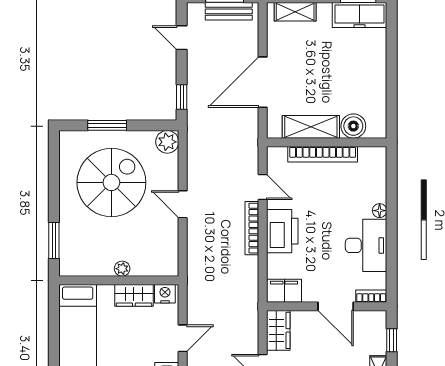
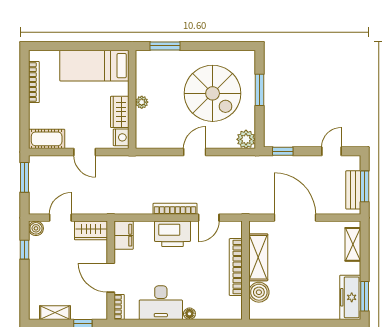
door: (336, 306) -> (111, 278), hinge flipped

